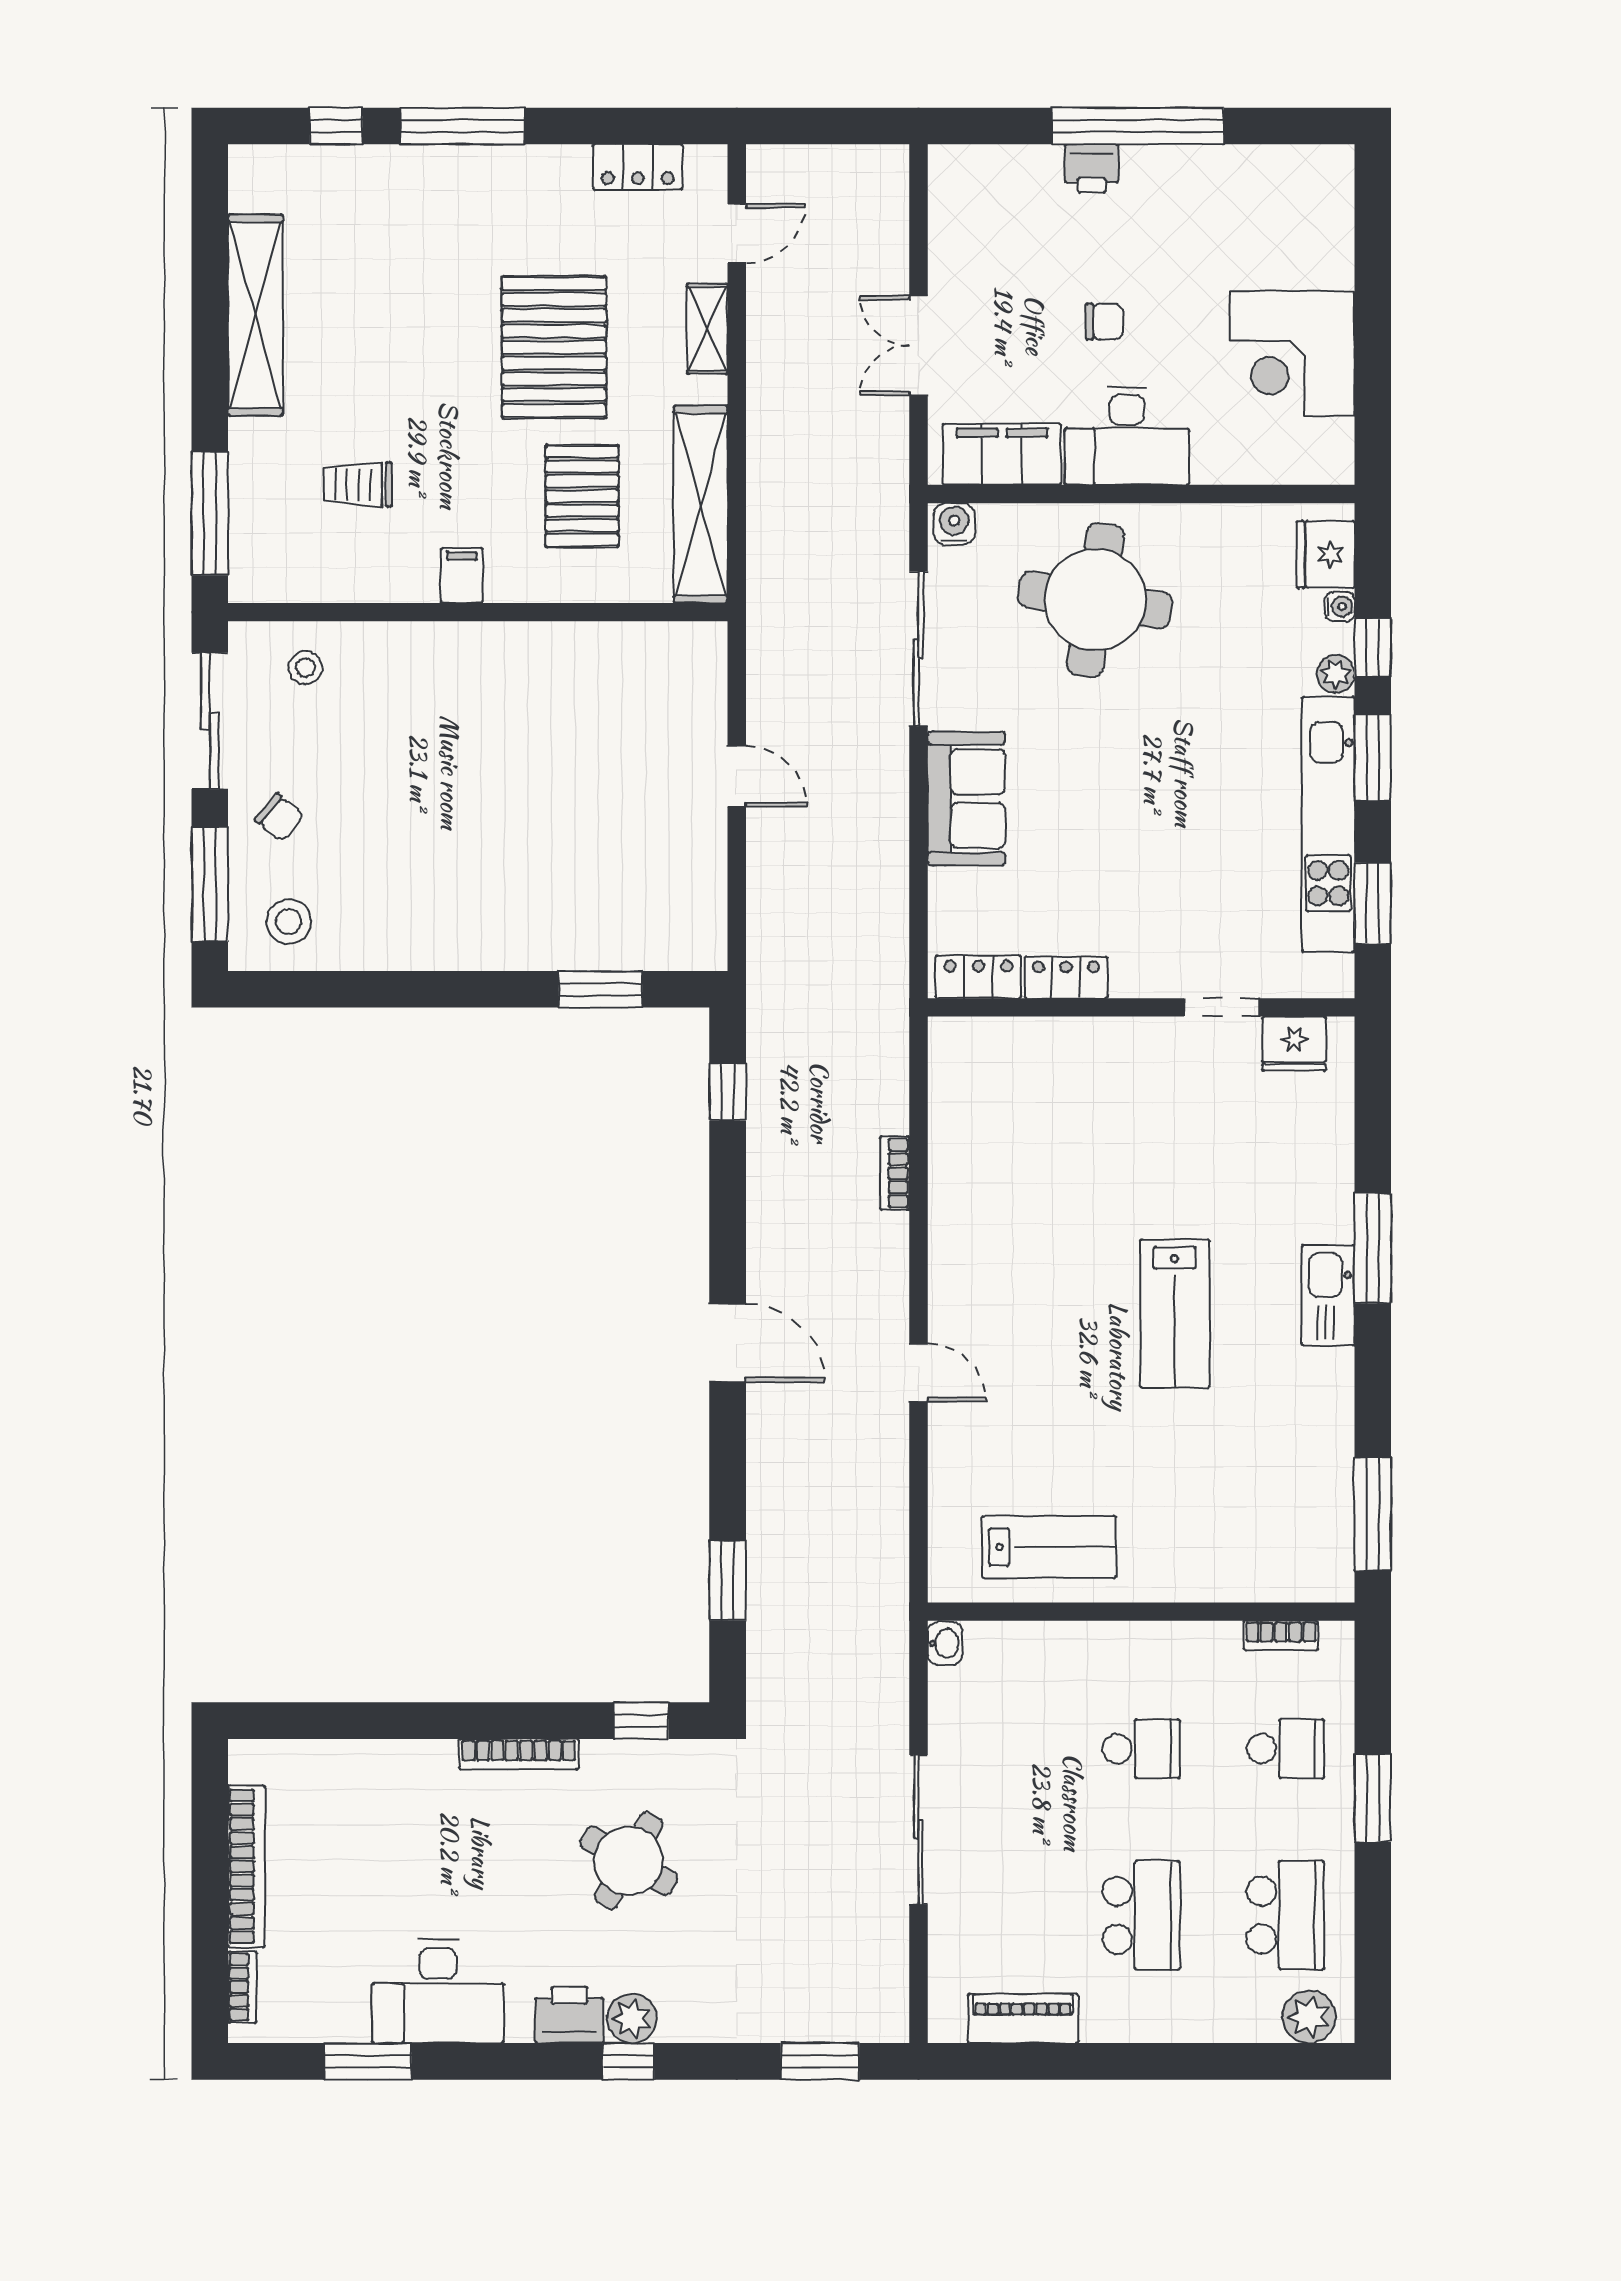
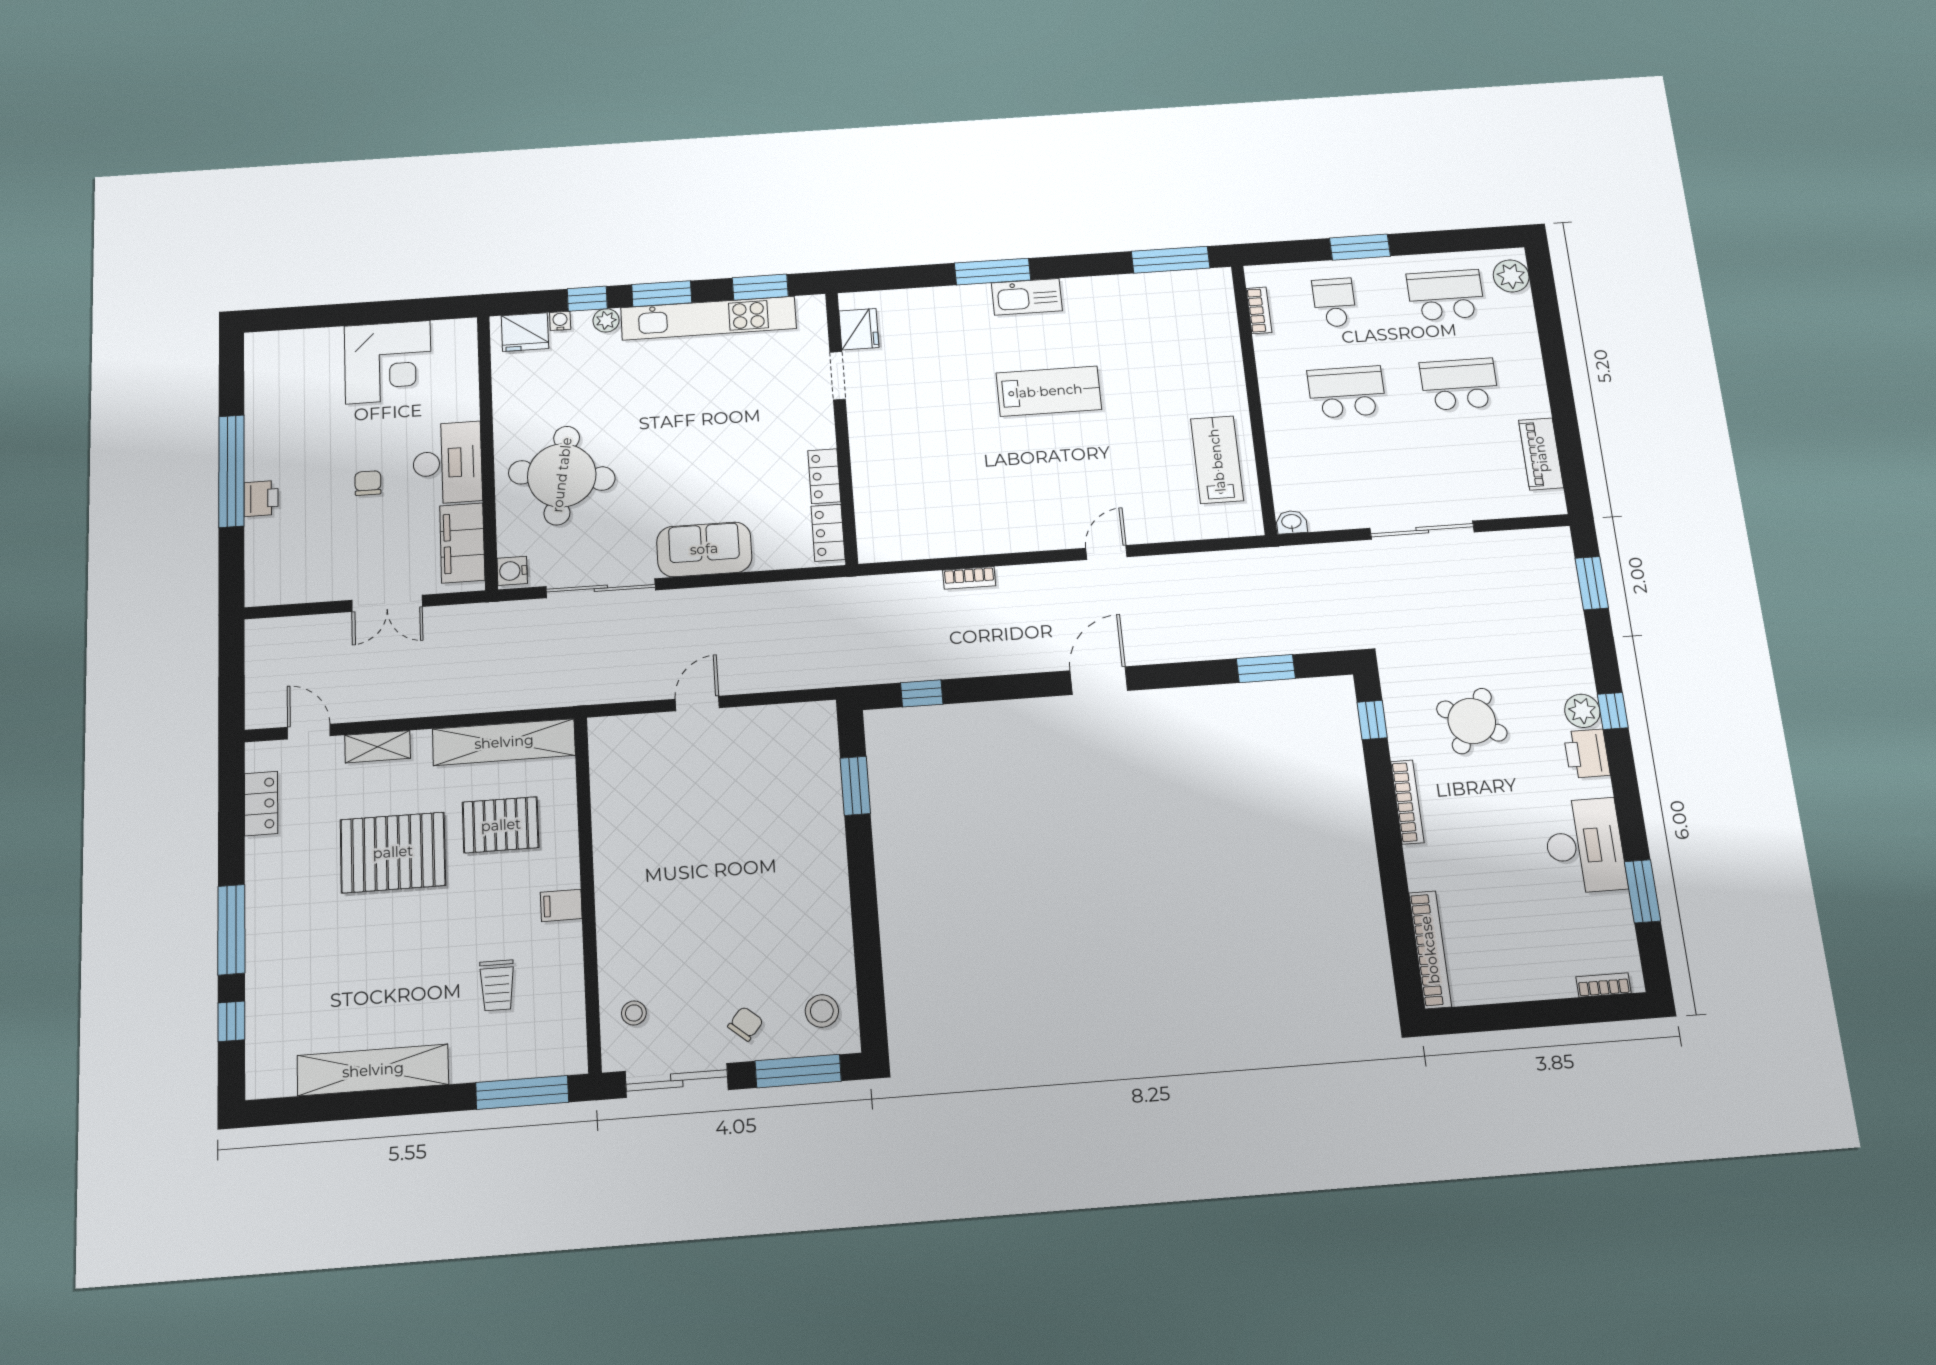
school desk: (1141, 1749) -> (1347, 392), width x1.85
bookcase: (246, 1866) -> (1430, 950), moved, turned 90

